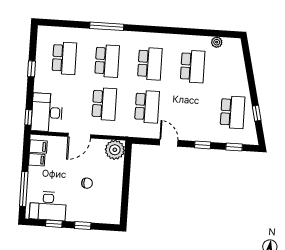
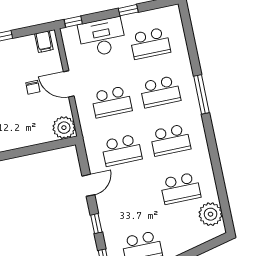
window: (107, 26) -> (201, 94), moved
plant: (217, 42) -> (211, 214), width x1.87, depth x1.87
desk: (47, 113) -> (102, 37), moved
filing cabinet: (37, 160) -> (29, 44), removed
chair: (87, 183) -> (33, 87), moved

